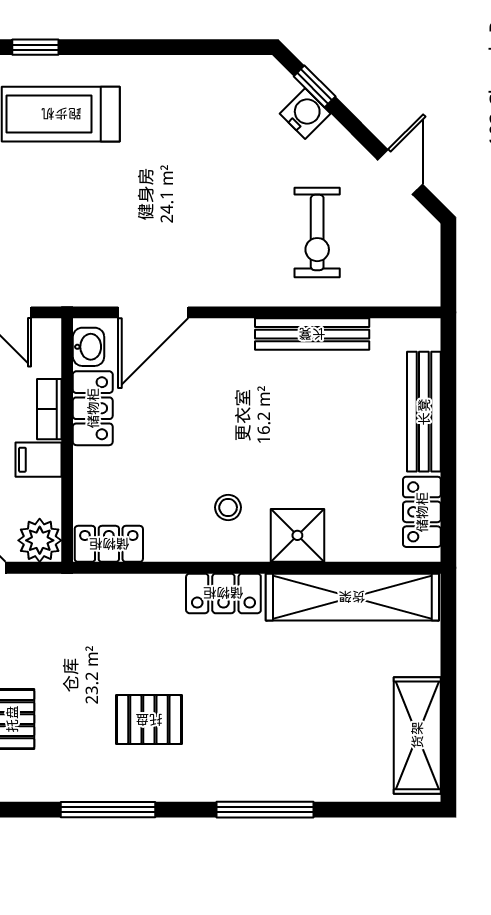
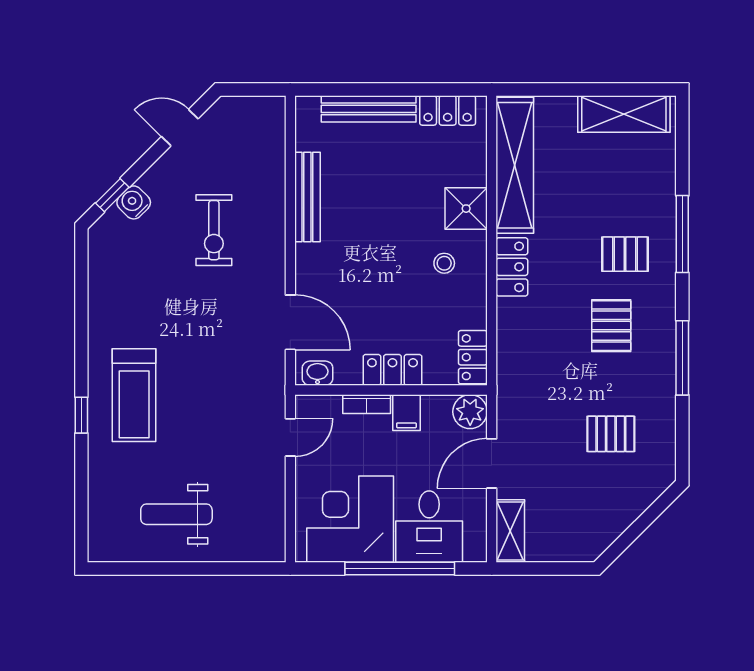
exercise bike: (317, 233) -> (214, 230), moved, turned 90
locker: (93, 408) -> (392, 370), moved
pallet: (240, 737) -> (625, 254), added

